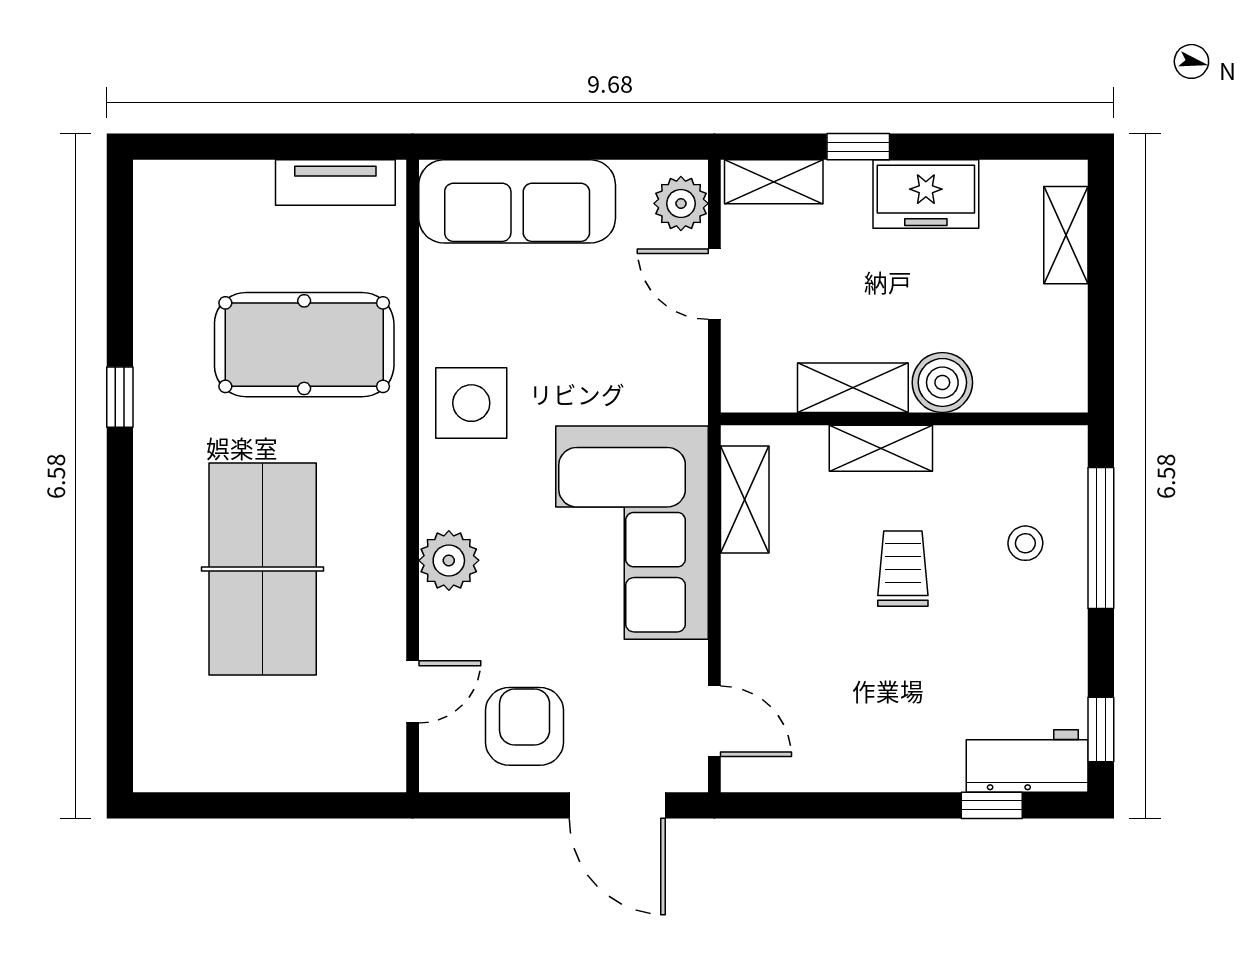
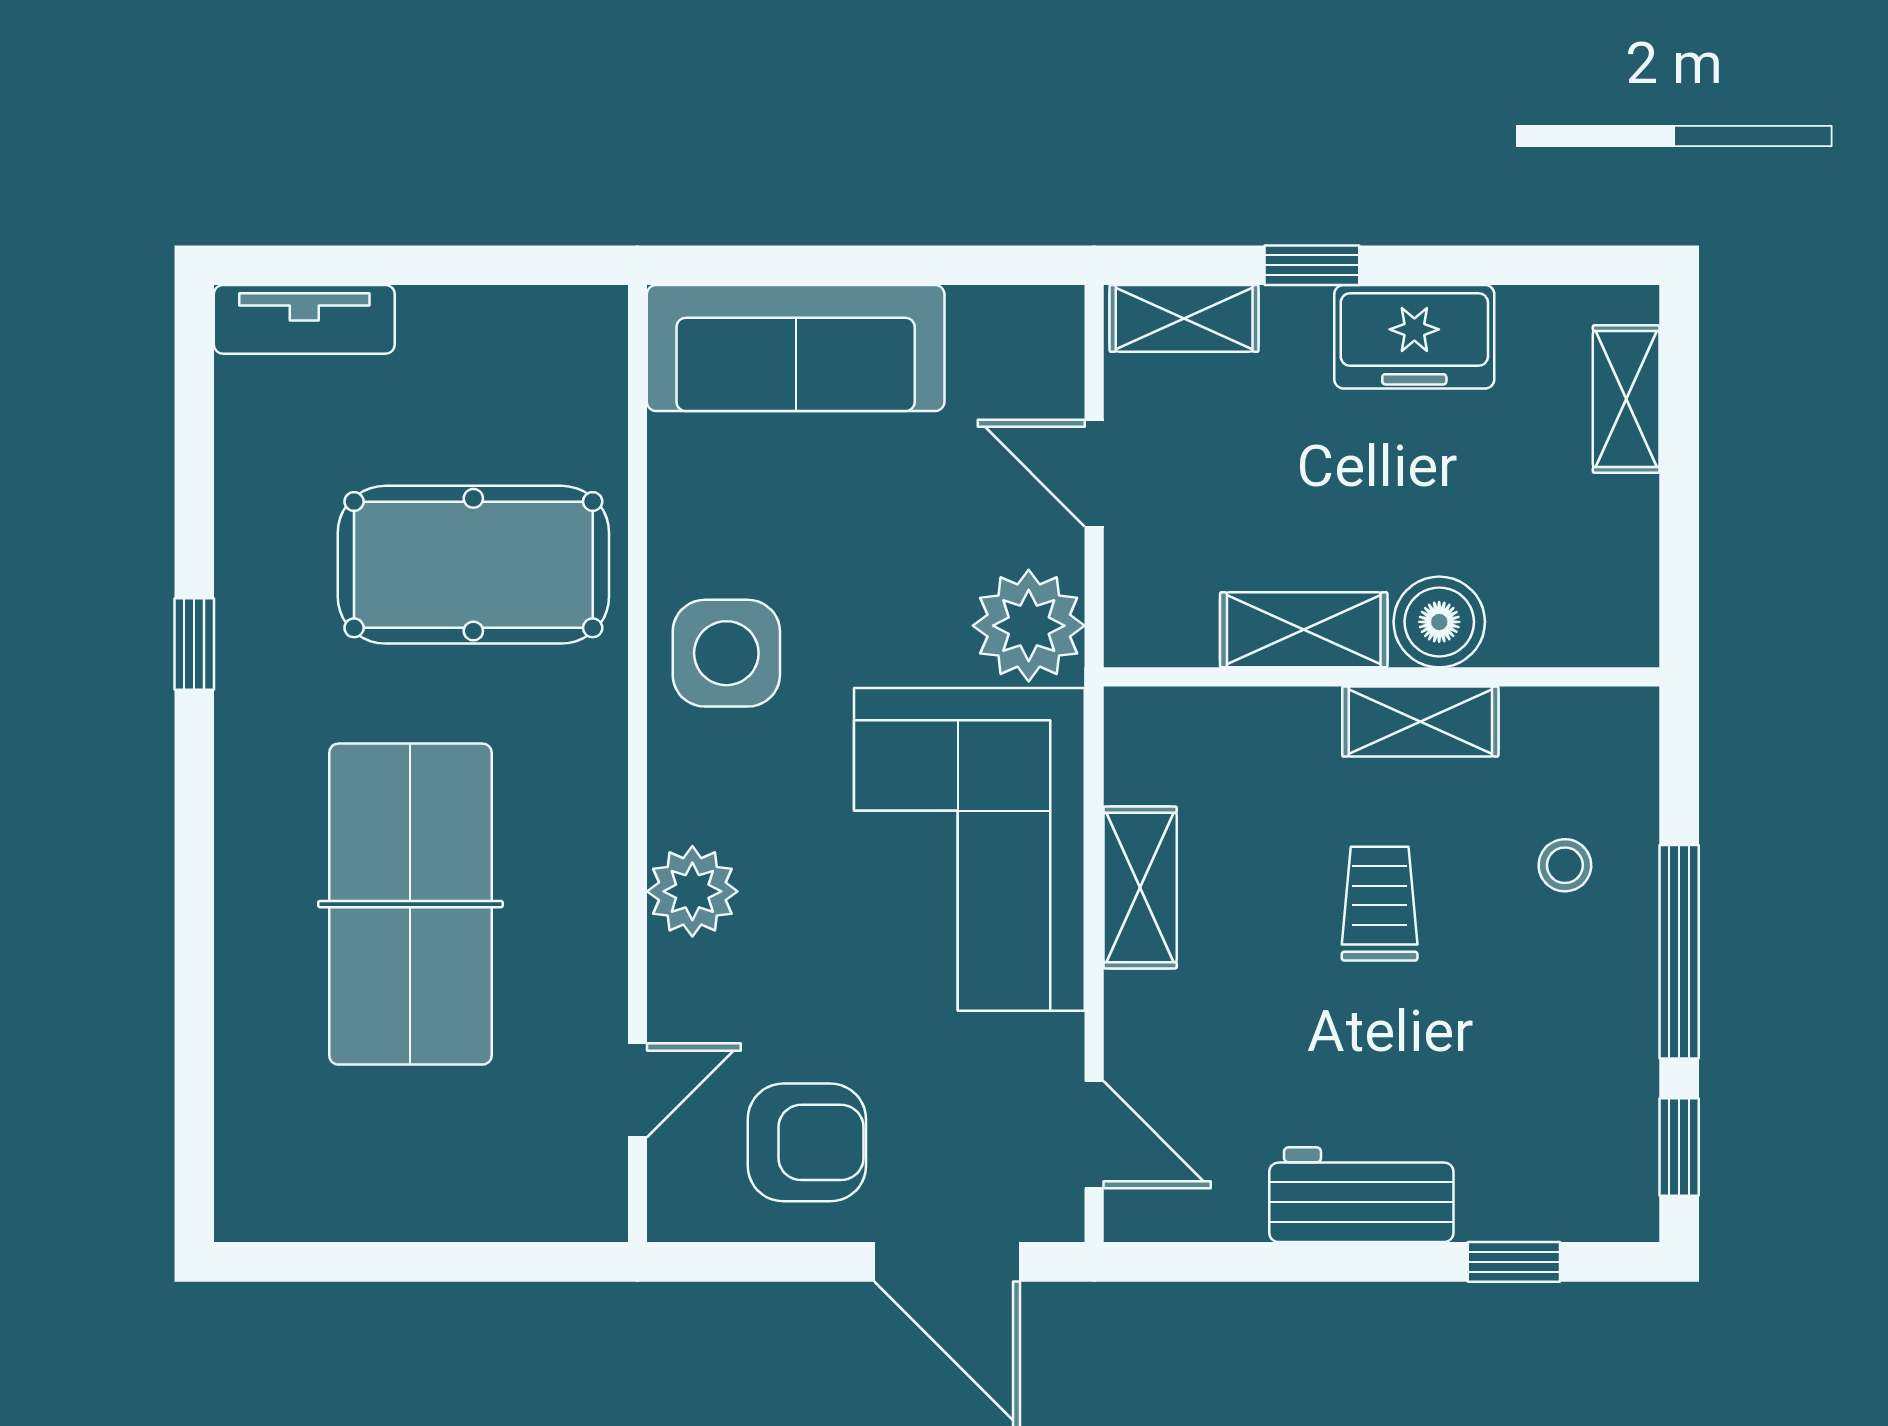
tv unit: (335, 183) -> (304, 319), moved
plant: (681, 203) -> (1029, 626), moved, width x1.36, depth x1.36
shelving: (881, 448) -> (1420, 722), moved
shelving: (745, 500) -> (1140, 887), moved
window: (1101, 538) -> (1679, 952), moved
armchair: (525, 726) -> (807, 1142), turned 90
workbench: (1027, 761) -> (1361, 1195), moved

